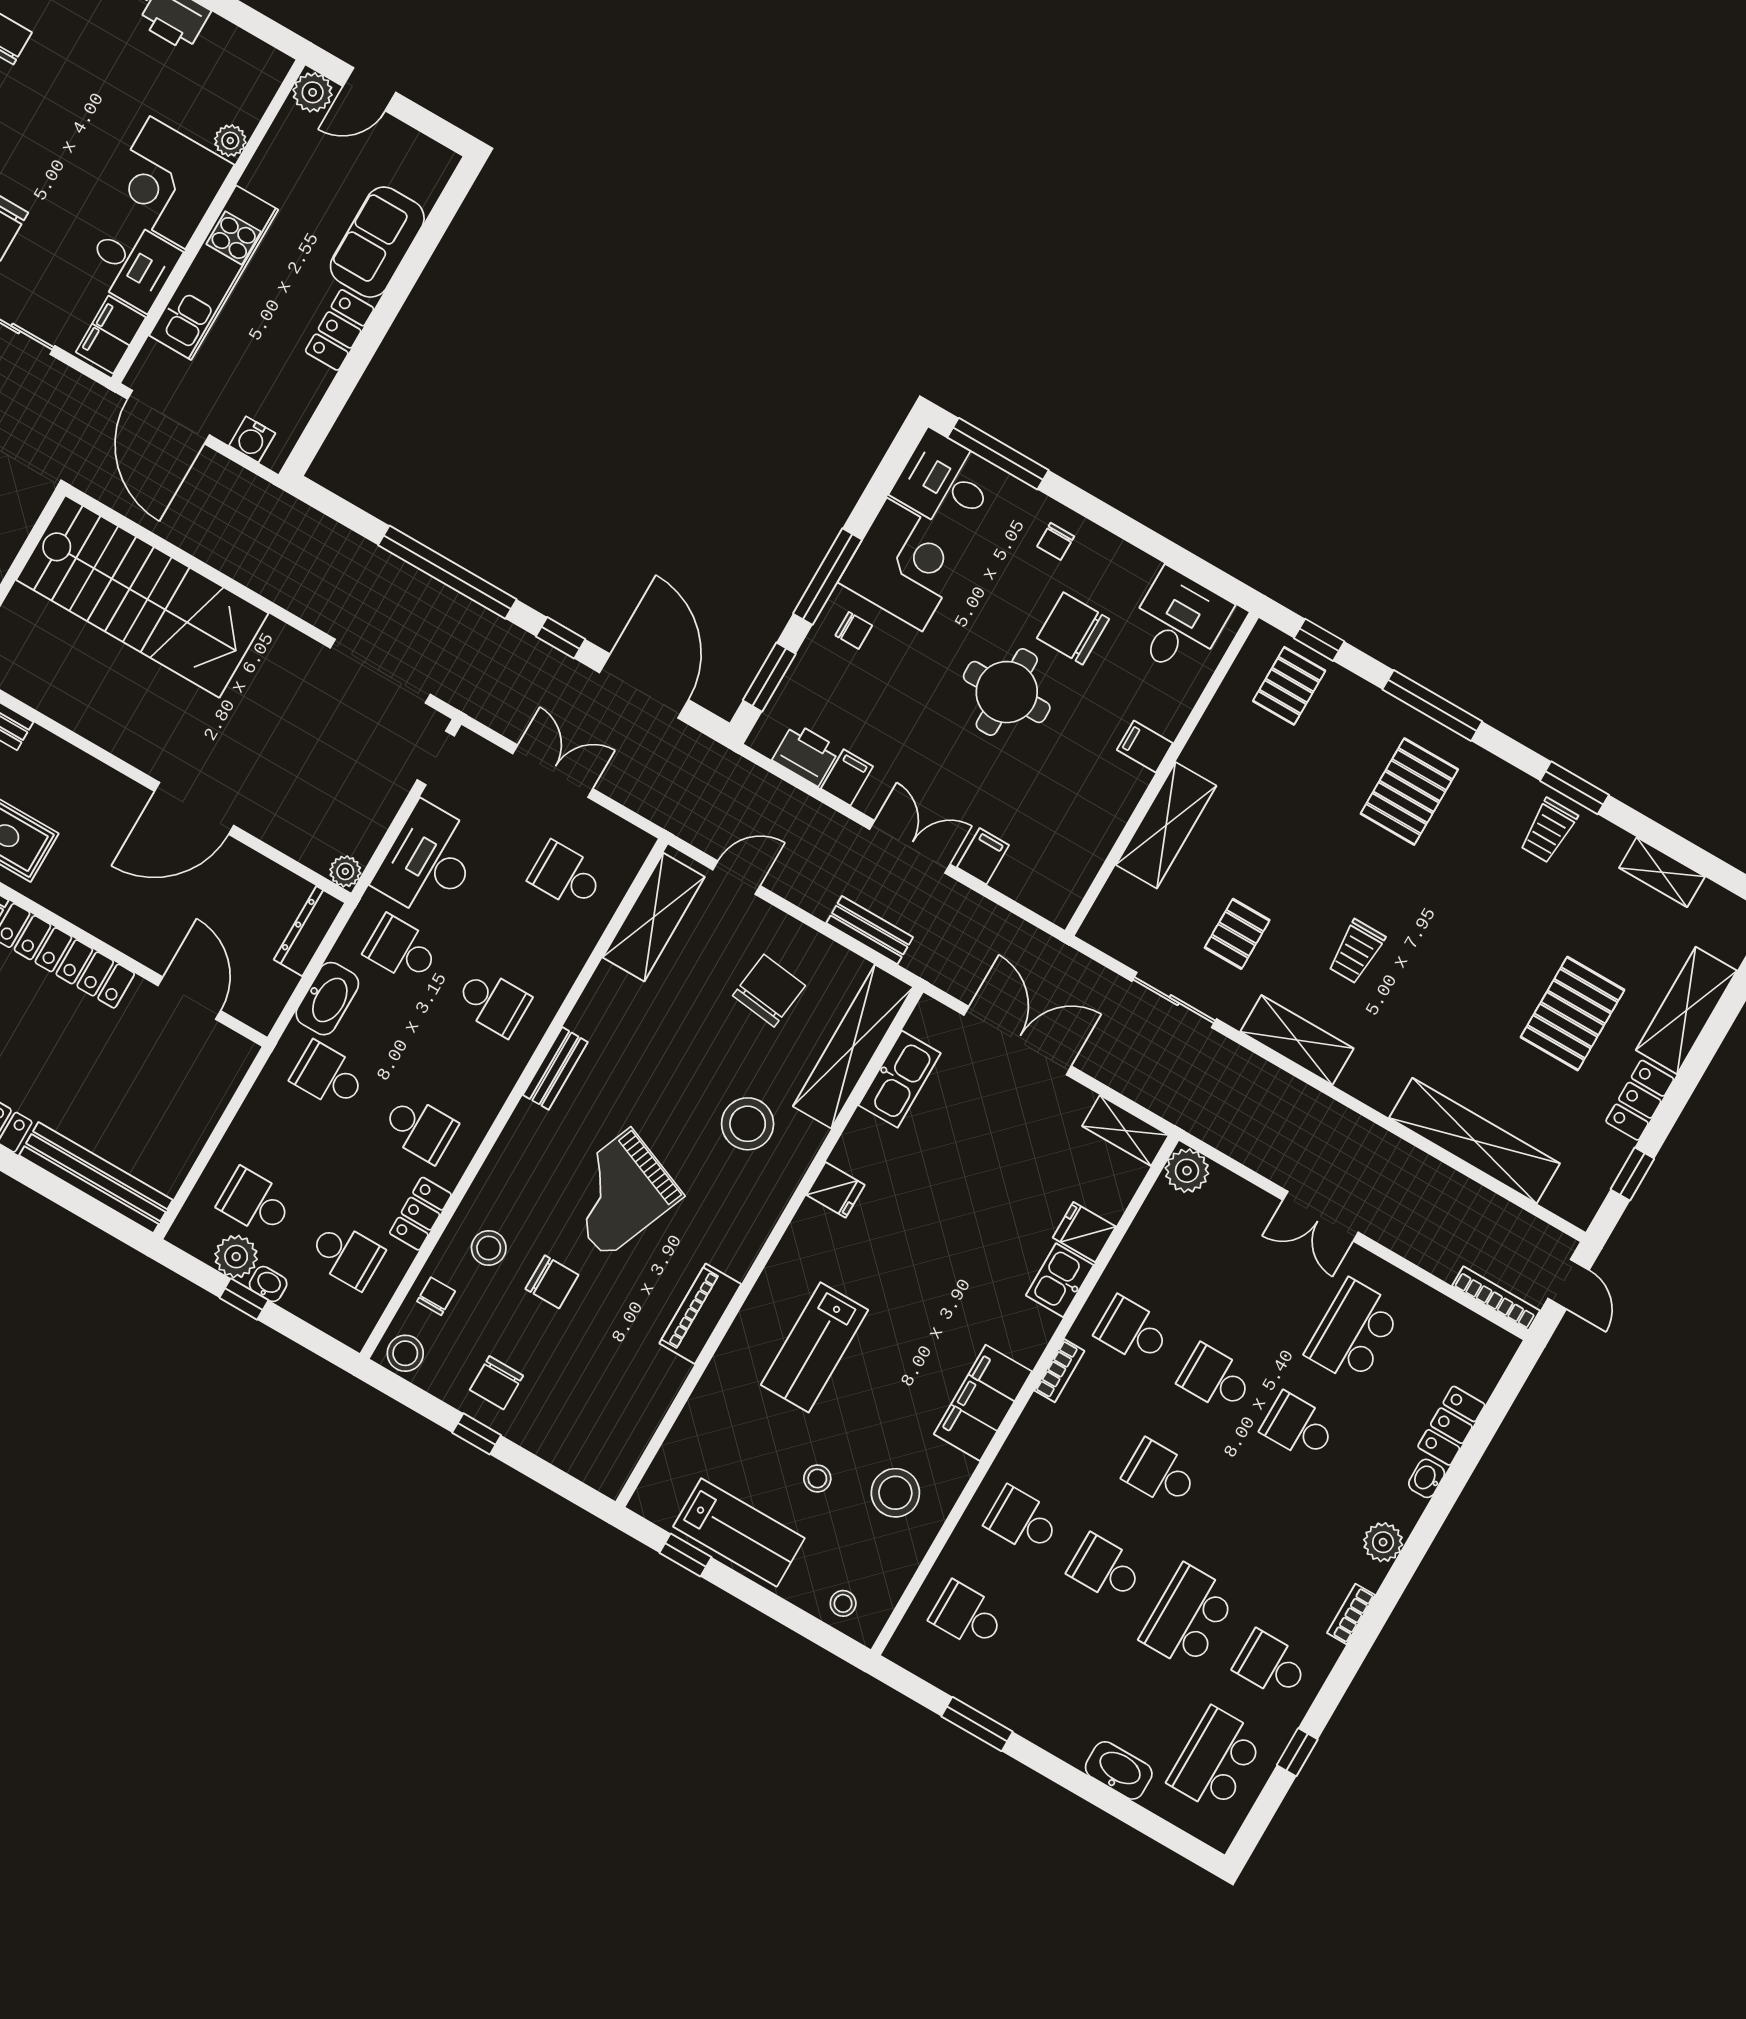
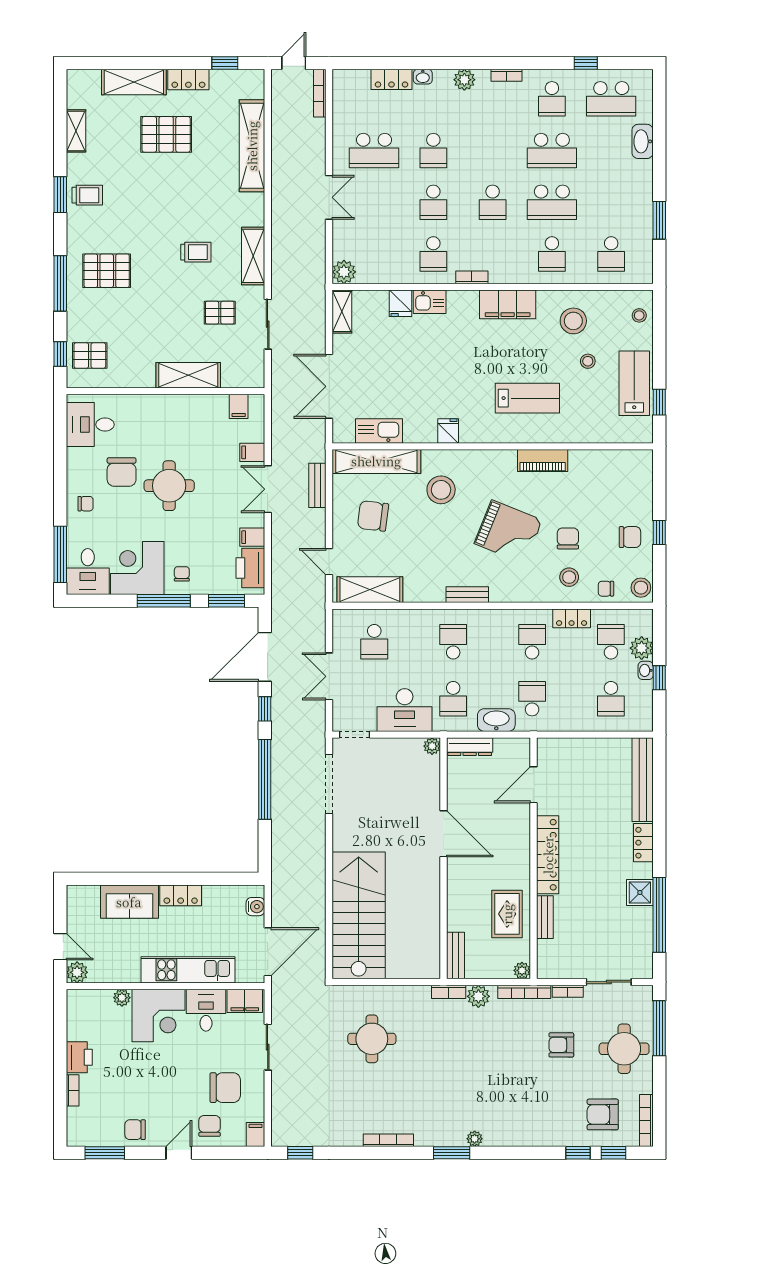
filing cabinet: (1145, 747) -> (239, 406), moved
printer: (806, 754) -> (250, 568), width x1.37, depth x1.19
school desk: (328, 1076) -> (532, 699), turned 180
plant: (236, 1257) -> (642, 648), moved
school desk: (1105, 1569) -> (552, 202), width x1.85

